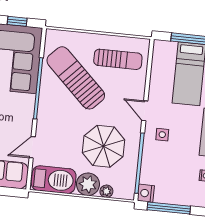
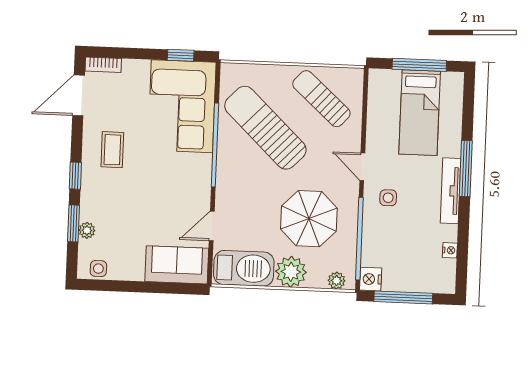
sun lounger: (118, 59) -> (321, 99), turned -138
plant: (106, 191) -> (337, 281), moved

